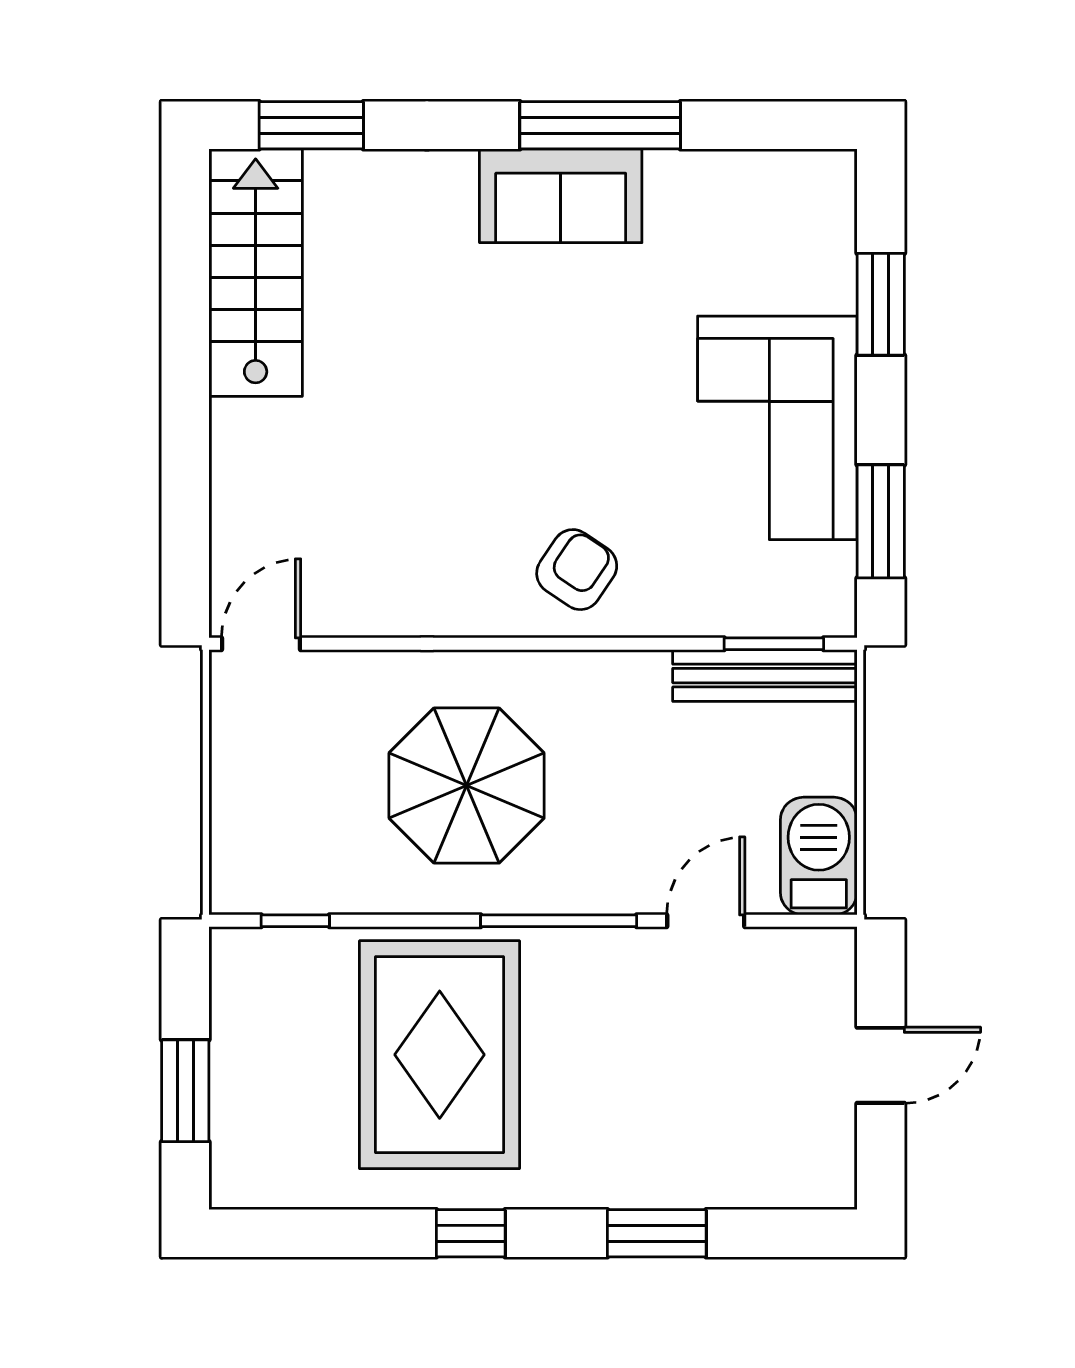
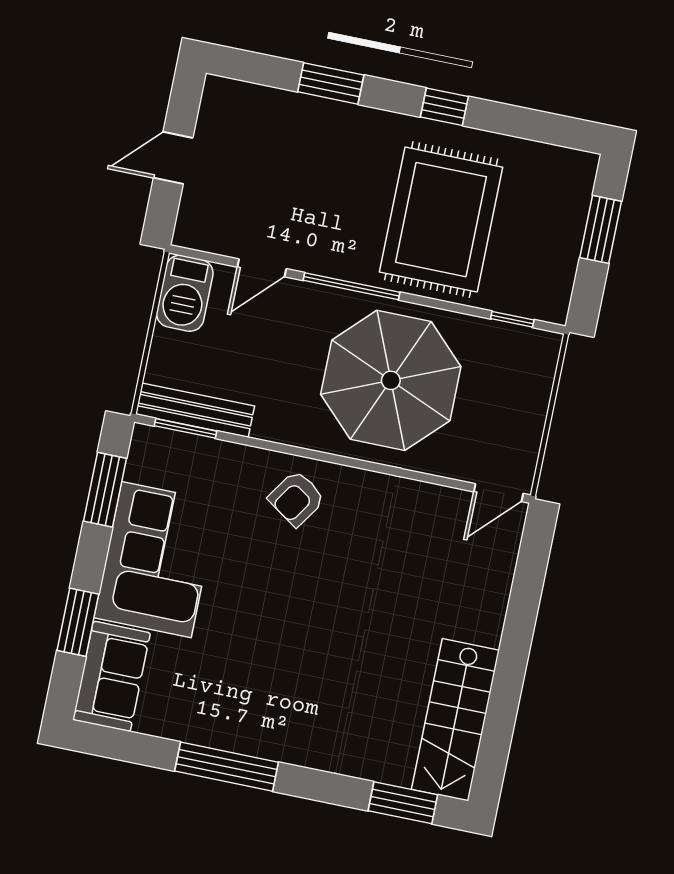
sofa: (561, 196) -> (112, 676), moved, turned 90
parasol: (467, 786) -> (391, 380), width x1.36, depth x1.36

